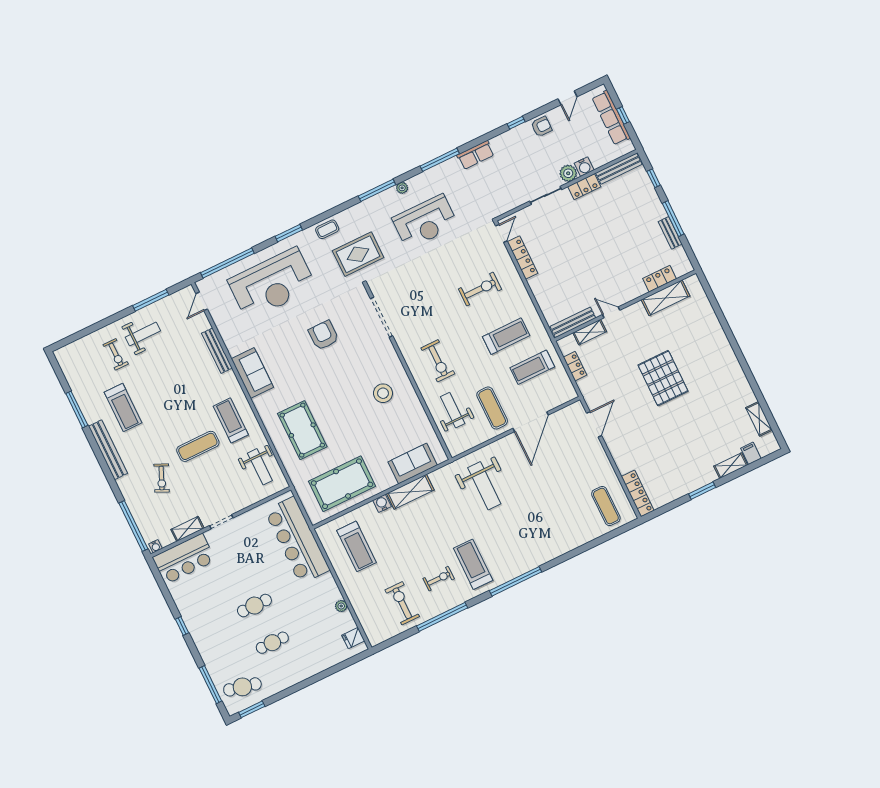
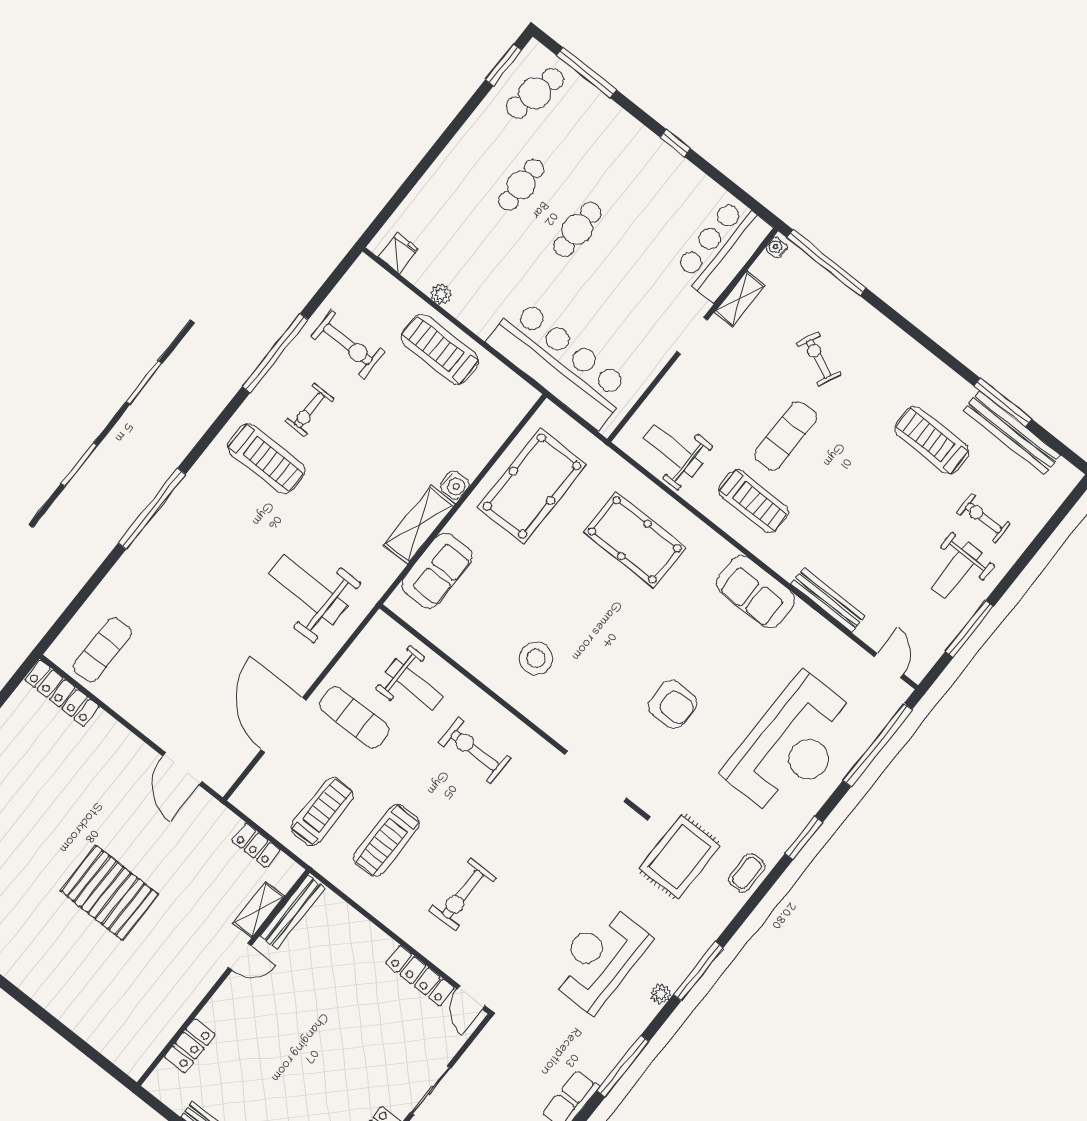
reception desk: (272, 284) -> (792, 746), turned 180
shelving: (665, 298) -> (166, 1020), removed
bench: (108, 450) -> (1012, 433), moved
exercise mat: (606, 506) -> (102, 650), turned 90
treadmill: (356, 546) -> (440, 349), moved
window: (515, 581) -> (152, 509), moved

